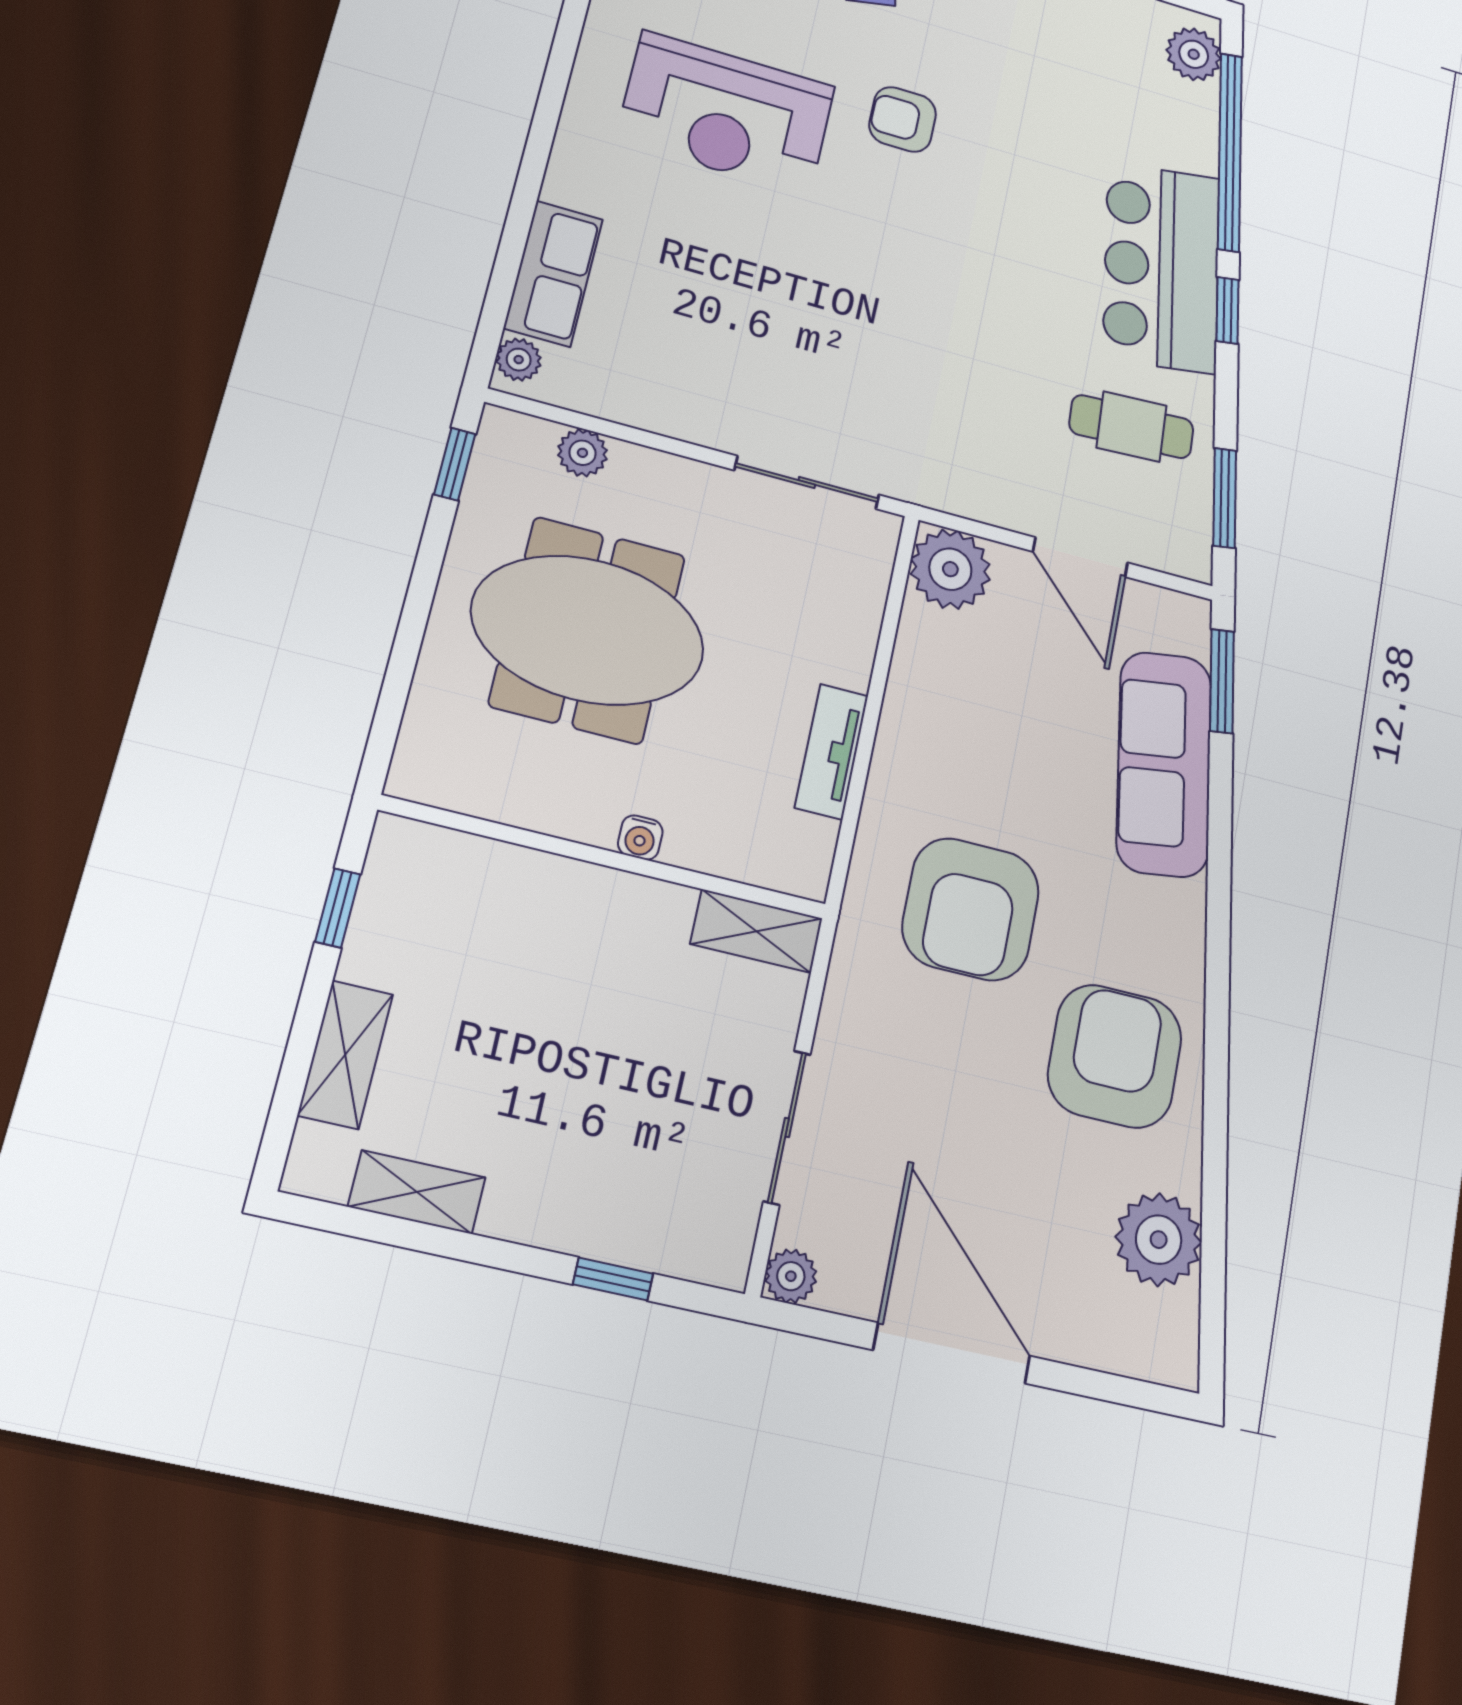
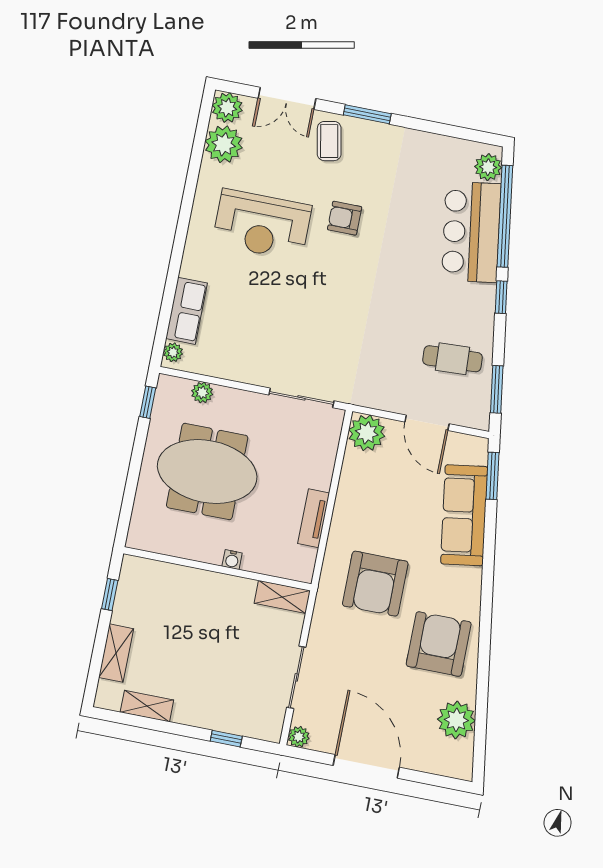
bar counter: (1162, 268) -> (471, 232), moved

